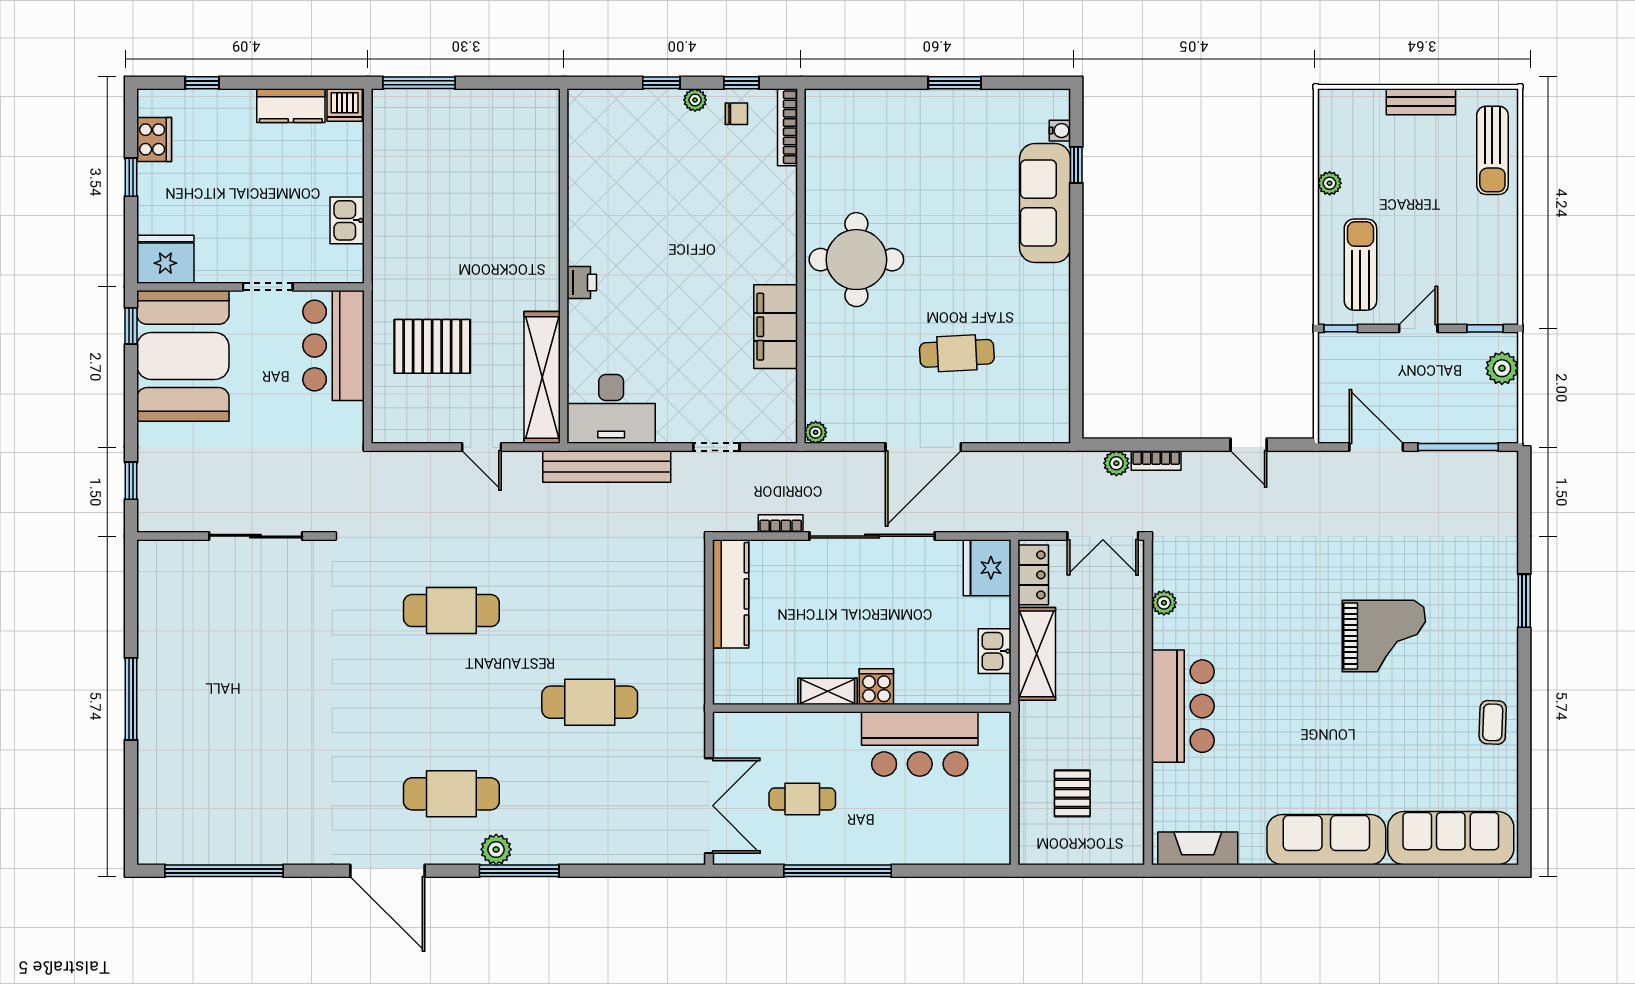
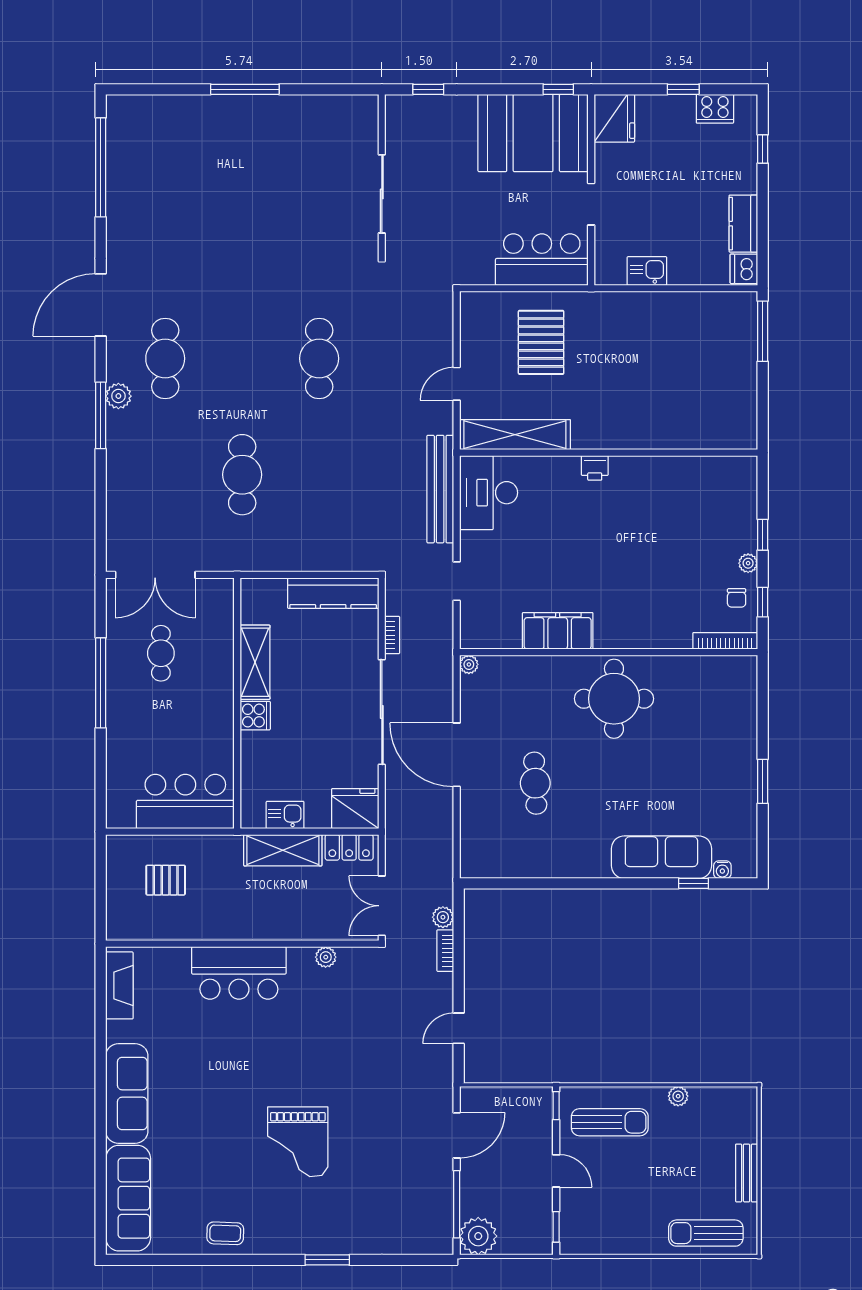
plant: (1502, 368) -> (478, 1236), moved, width x1.36, depth x1.36
shelving: (828, 691) -> (255, 662), width x1.50, depth x1.33
bar counter: (920, 744) -> (185, 801), moved, turned 90

